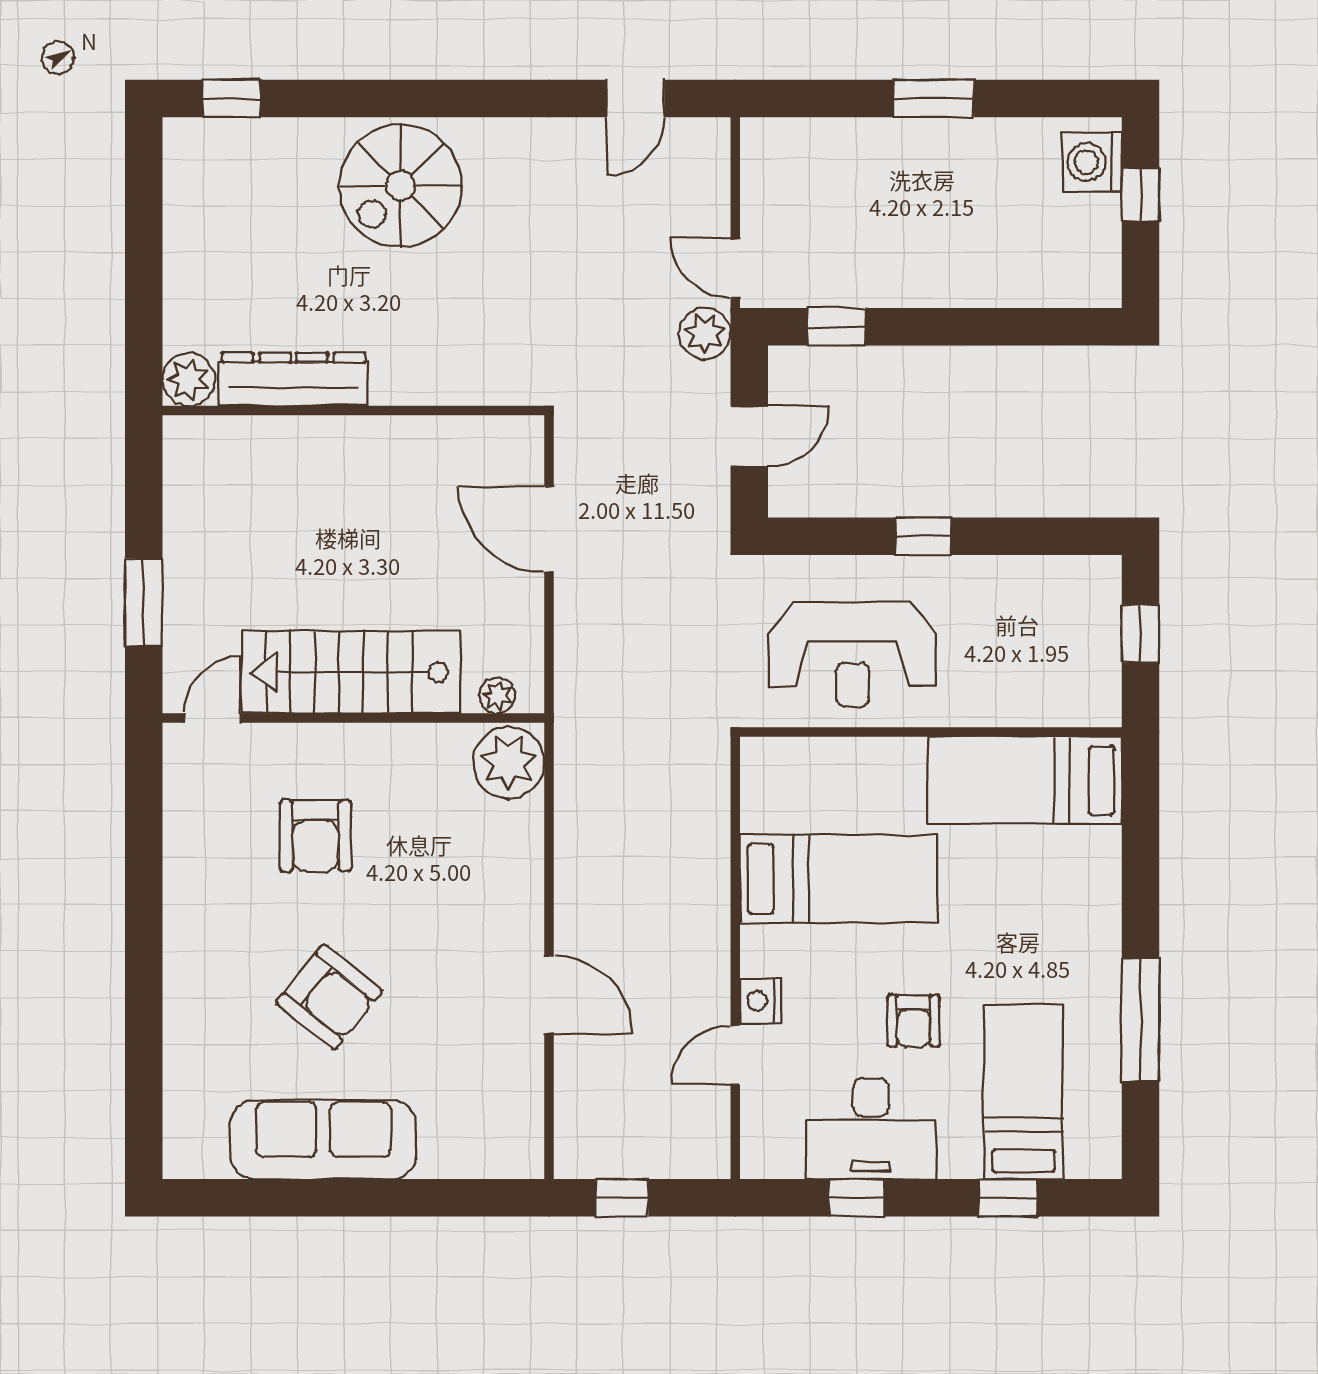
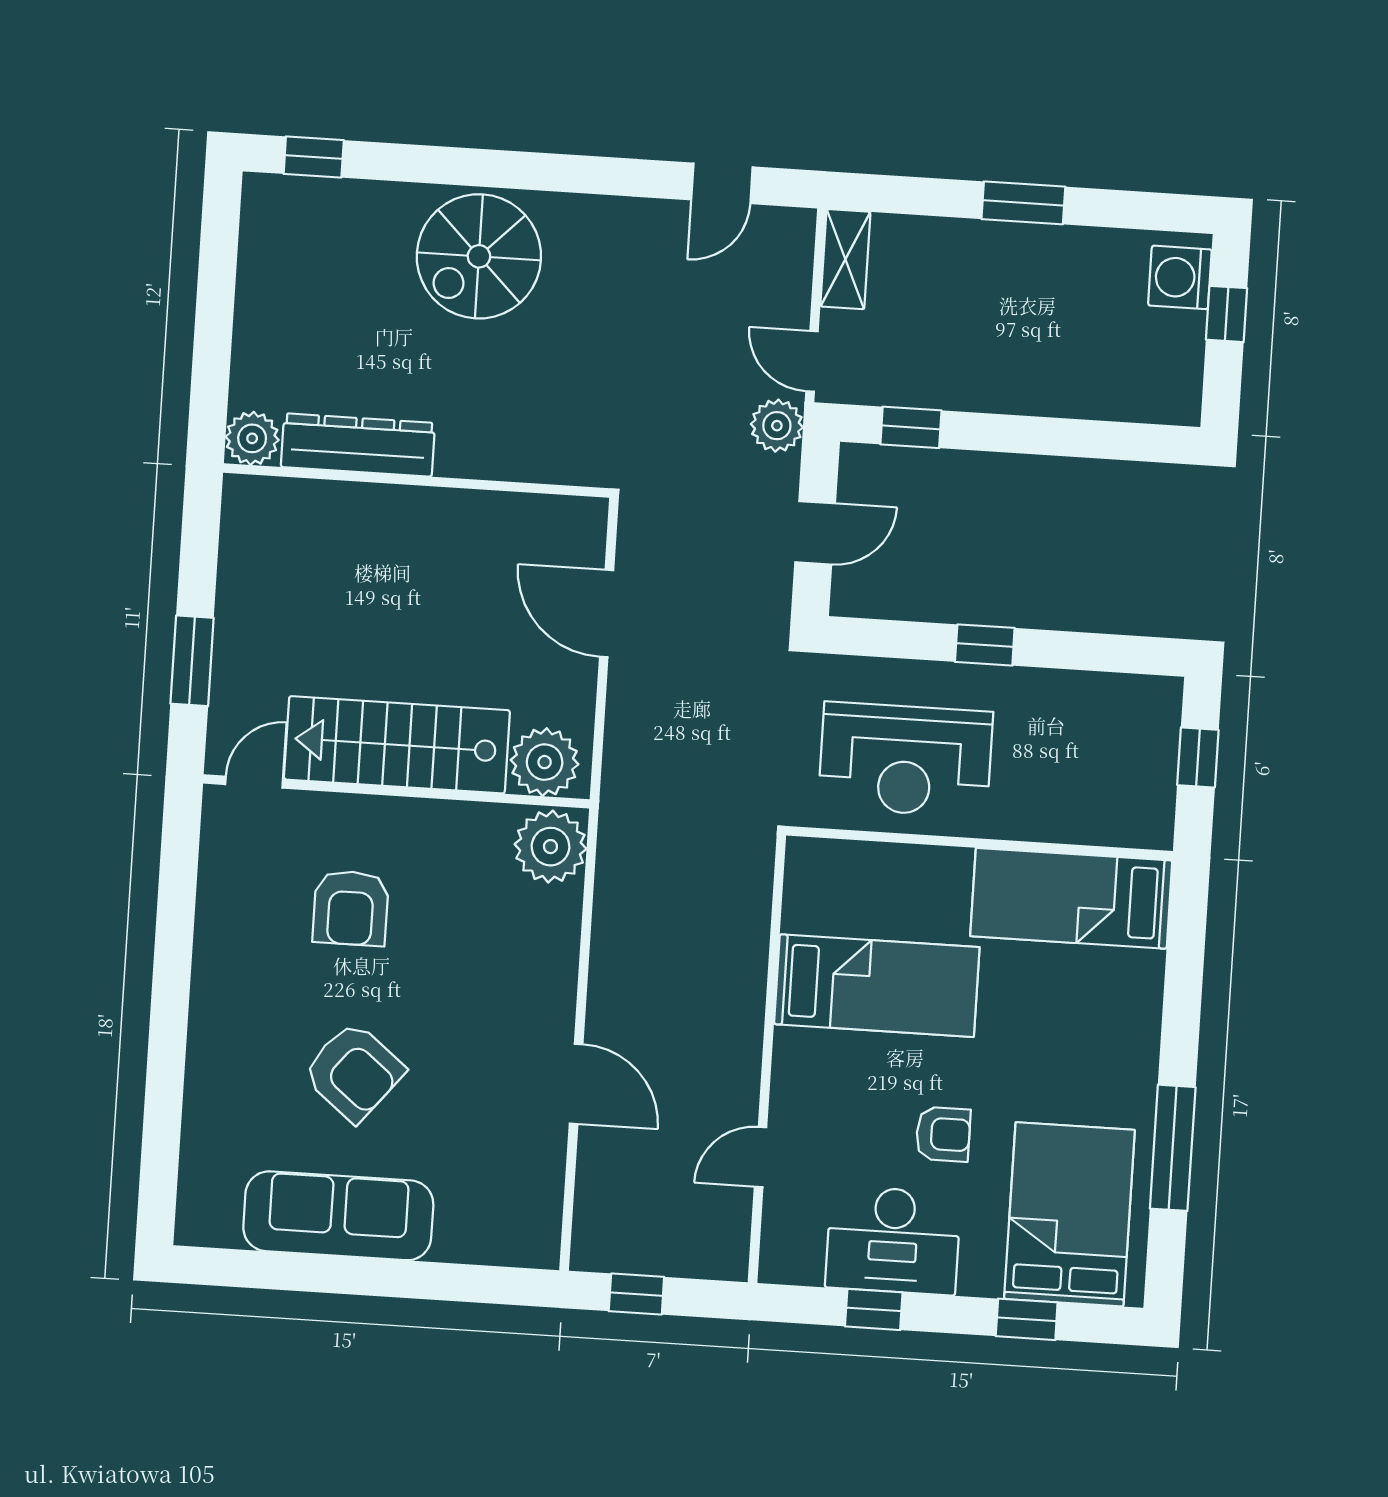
shelving: (762, 165) -> (845, 259), added
plant: (497, 695) -> (545, 762), width x1.87, depth x1.87
nightstand: (761, 1001) -> (790, 1104), removed
armchair: (914, 1021) -> (943, 1134), turned -90
bed: (1023, 1092) -> (1069, 1214), width x1.50

